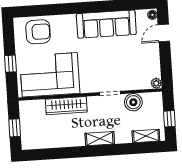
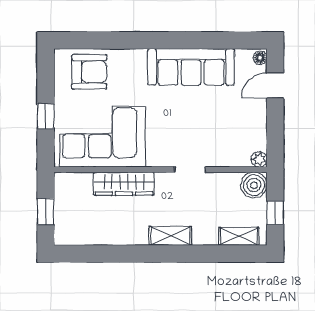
boiler: (133, 102) -> (254, 185), moved

